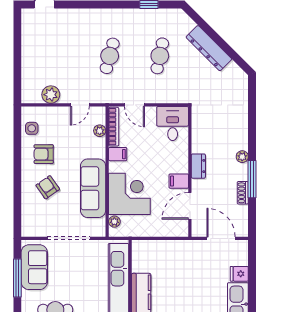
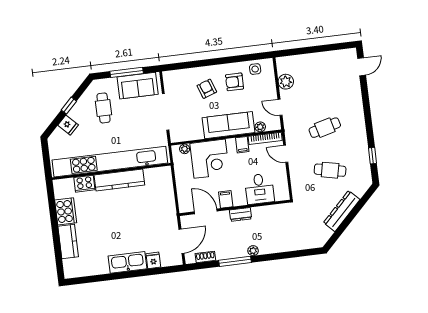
cafe table: (110, 56) -> (325, 128), turned -30
door: (134, 105) -> (286, 154), hinge flipped
desk: (173, 124) -> (259, 189), moved, turned 90
armchair: (44, 154) -> (235, 82), turned -90
armchair: (48, 187) -> (207, 89), turned -75
sofa: (93, 188) -> (228, 125), moved
shoe rack: (243, 193) -> (205, 257), moved

